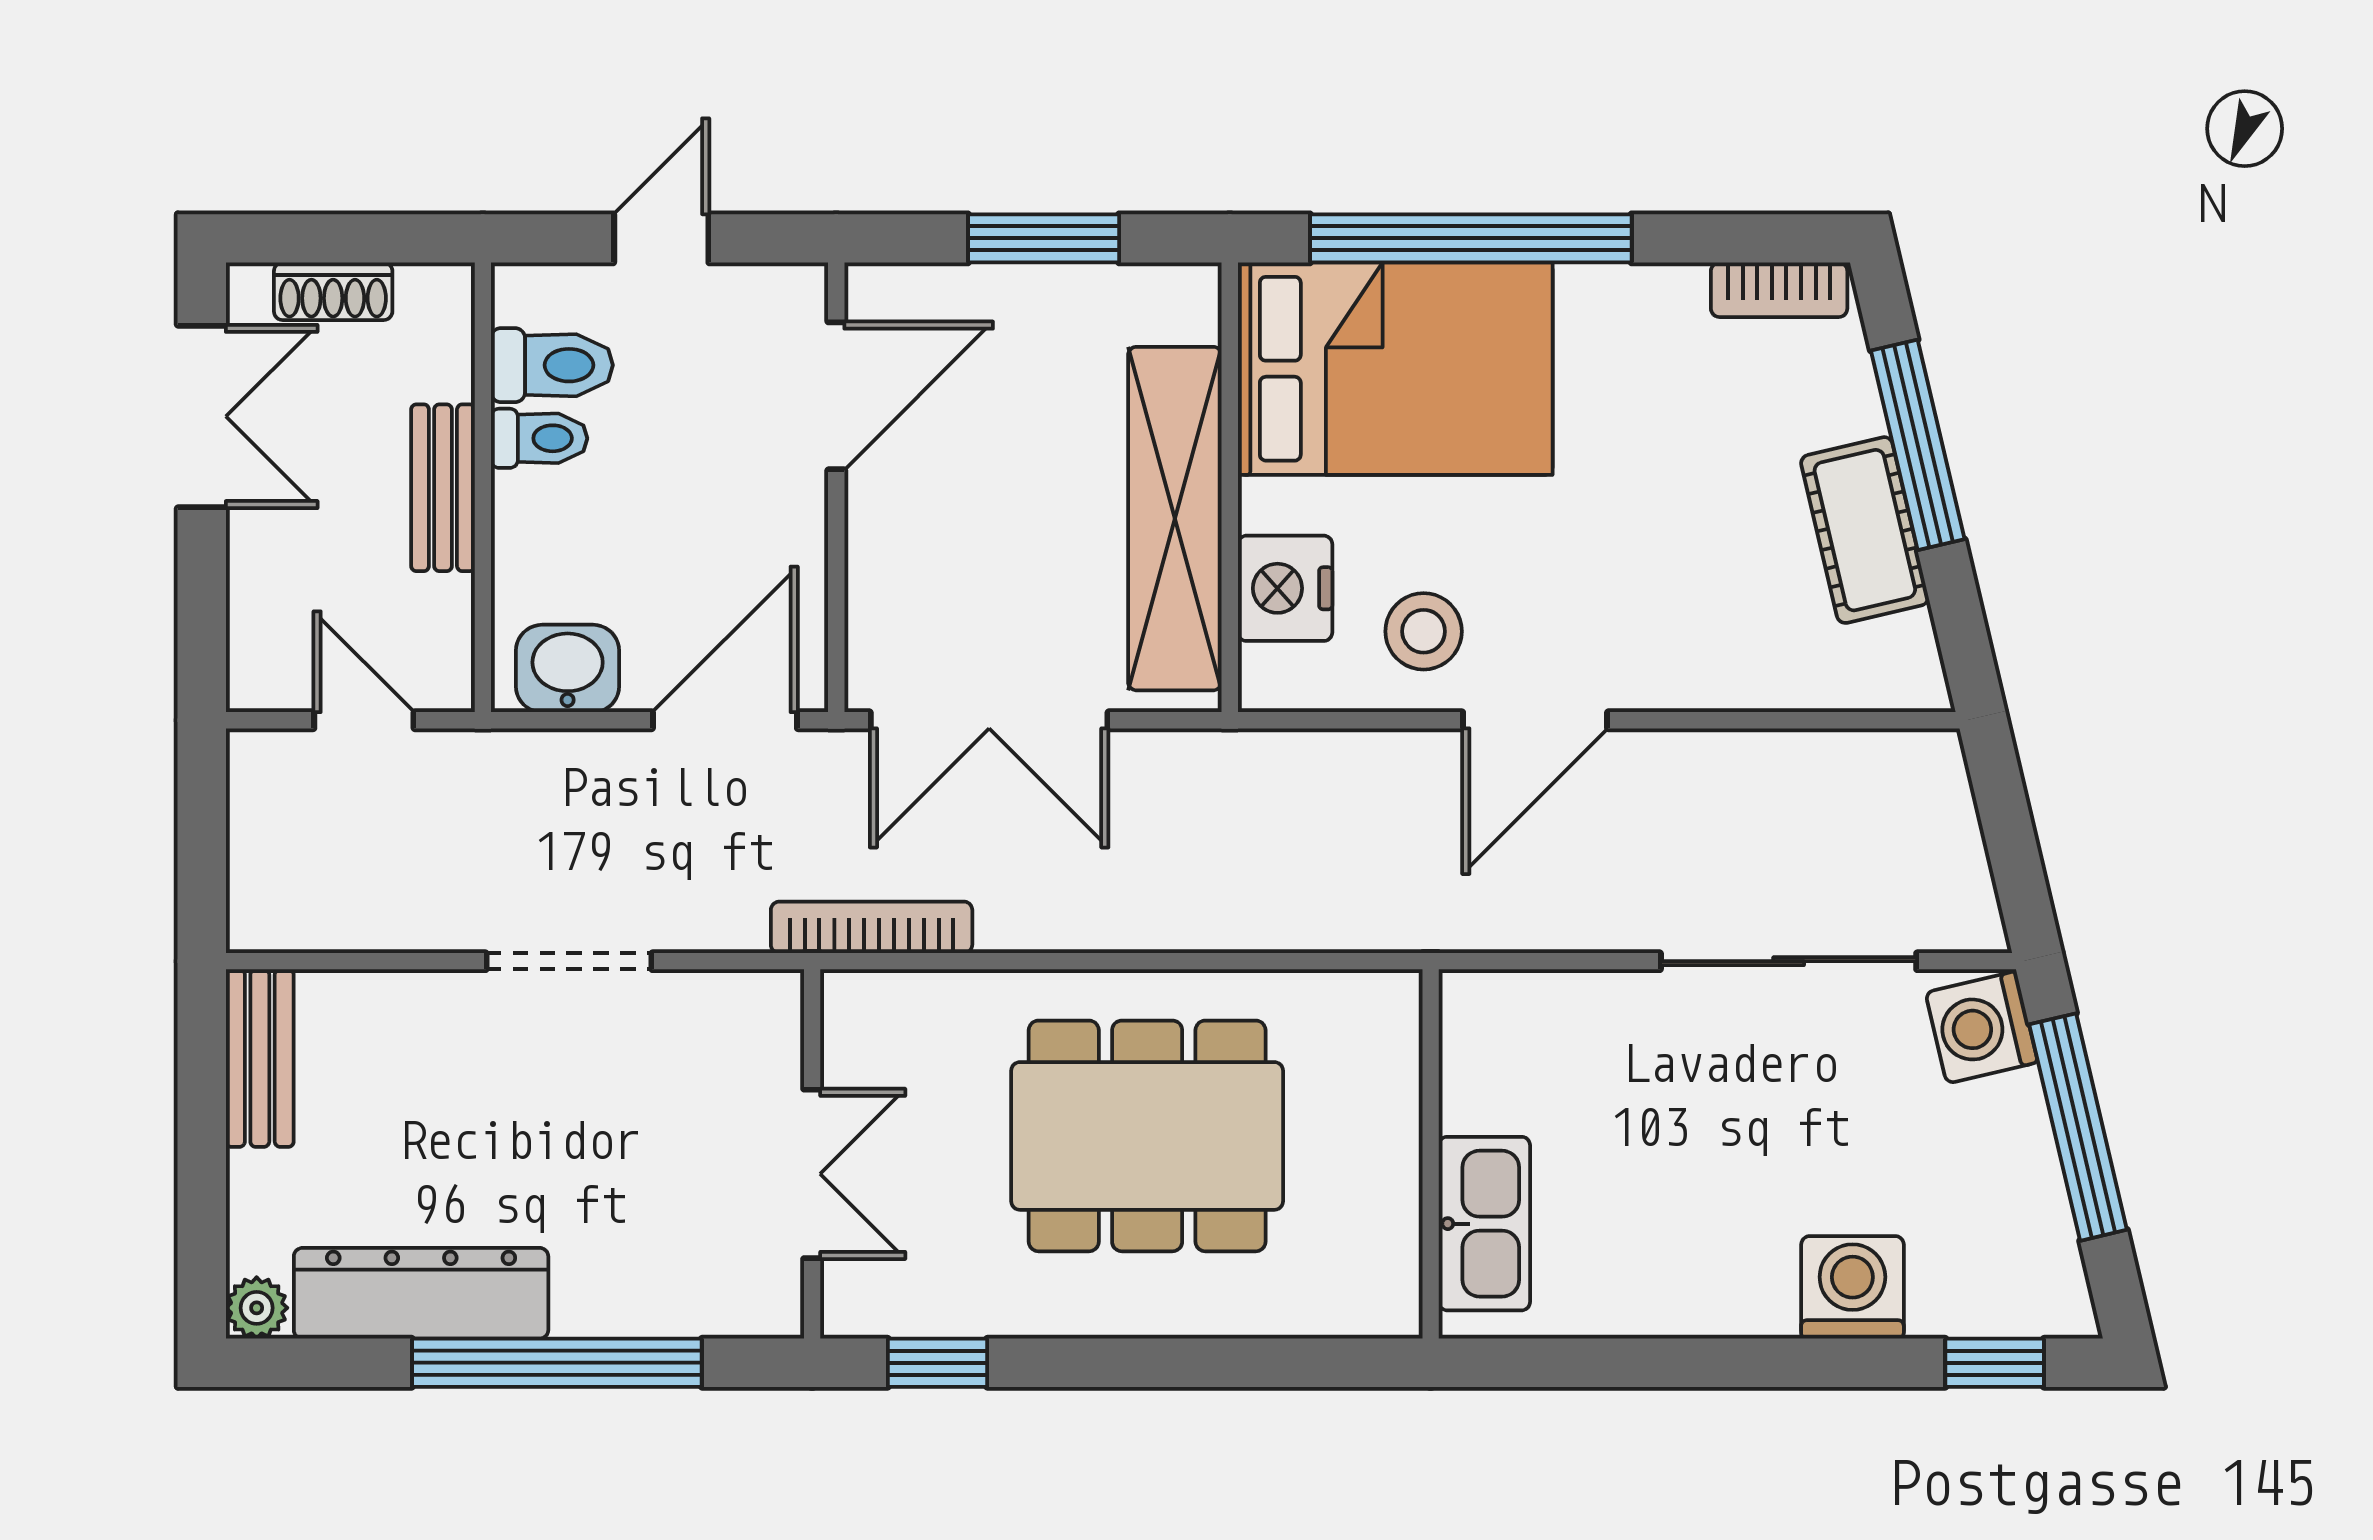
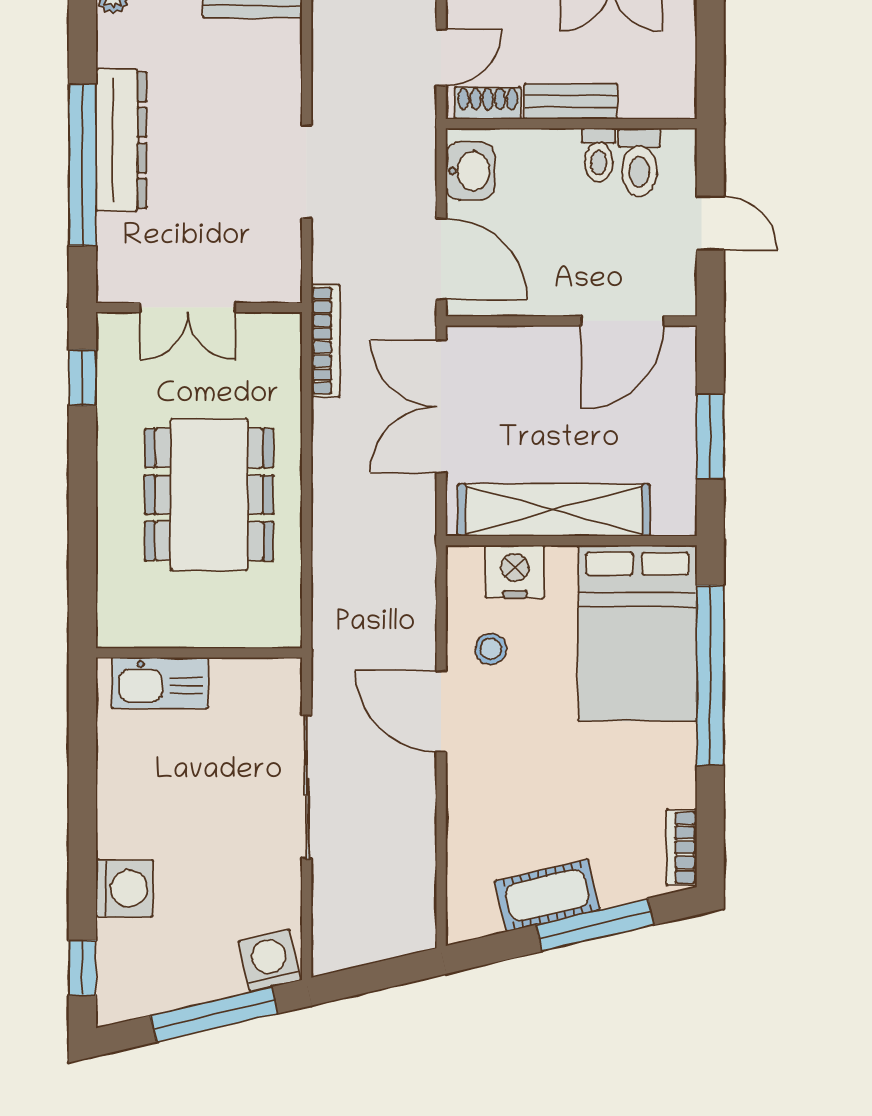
shoe rack: (333, 291) -> (488, 103), moved, turned 90
door: (836, 396) -> (622, 321), hinge flipped
stool: (1424, 631) -> (491, 649), width x0.73, depth x0.73
sliding door: (1789, 961) -> (307, 787), moved
dresser: (421, 1293) -> (121, 140), moved

